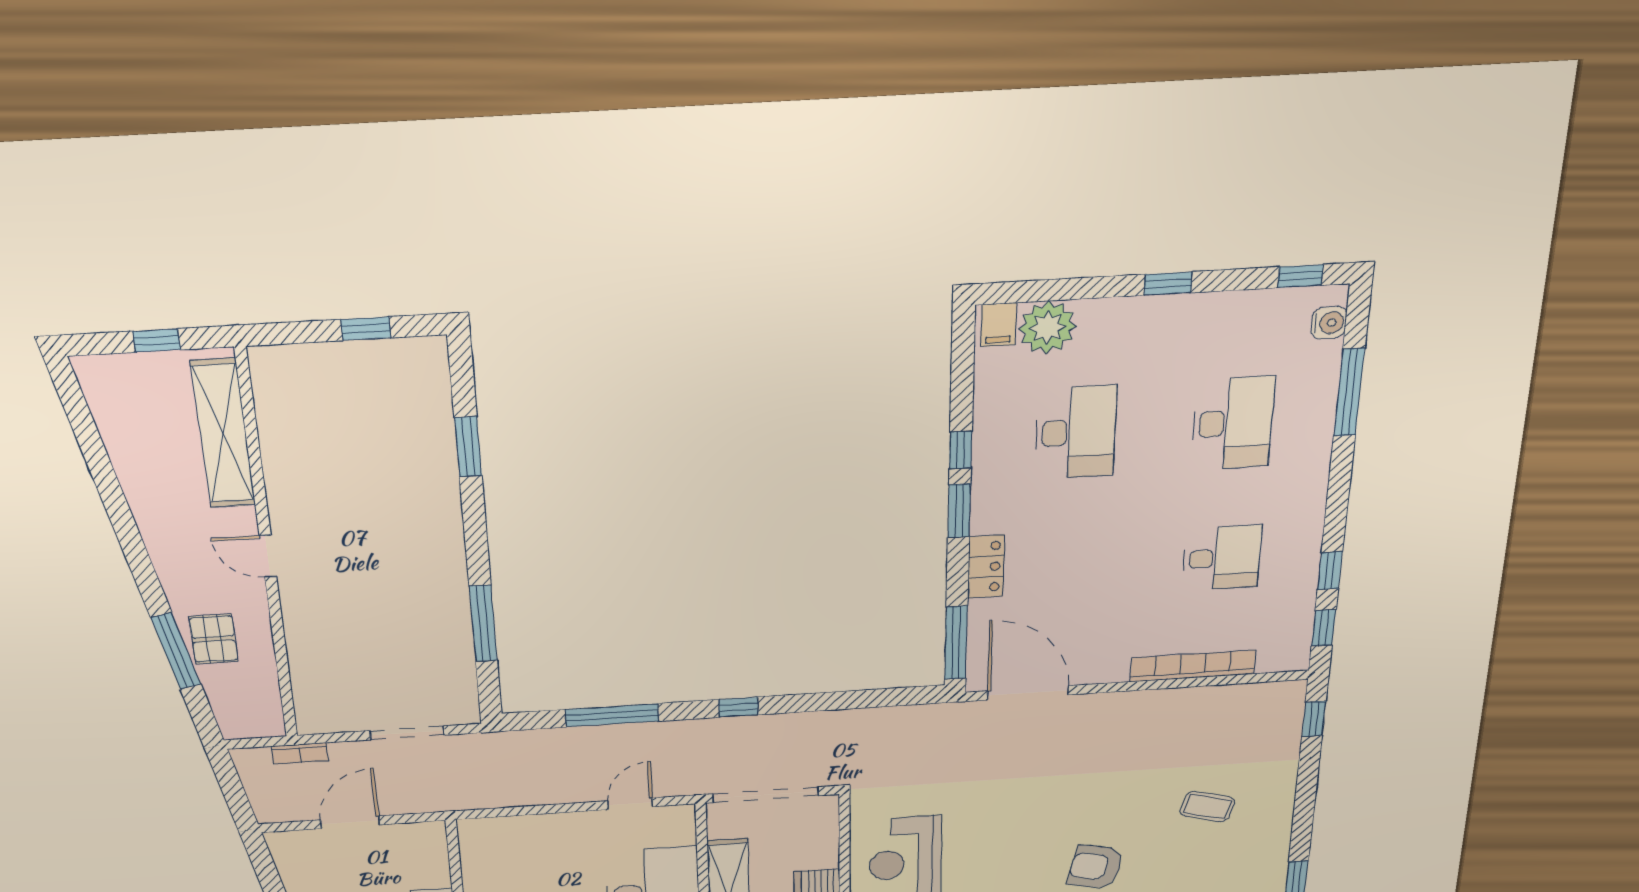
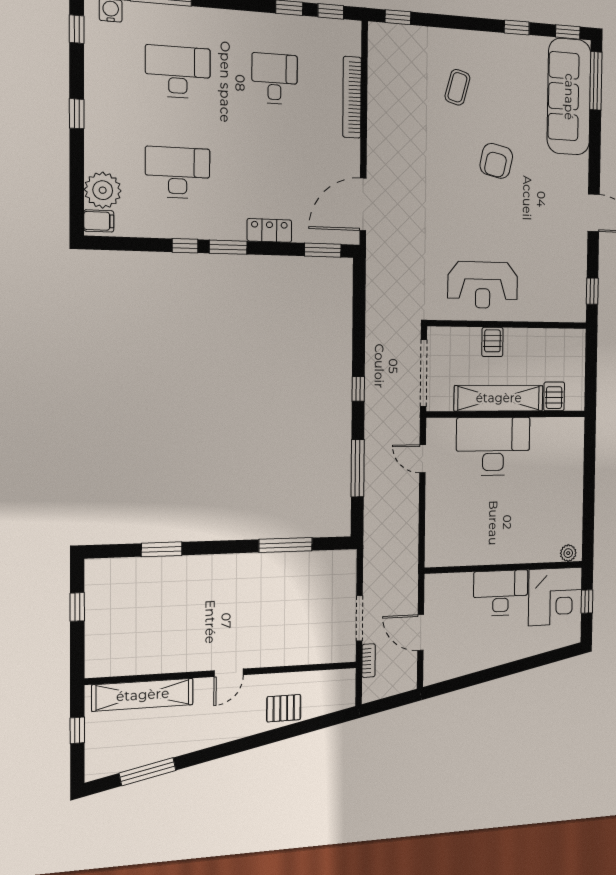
window: (956, 643) -> (323, 250), width x0.69
window: (176, 651) -> (147, 772), moved
doorway: (407, 733) -> (359, 618), moved

